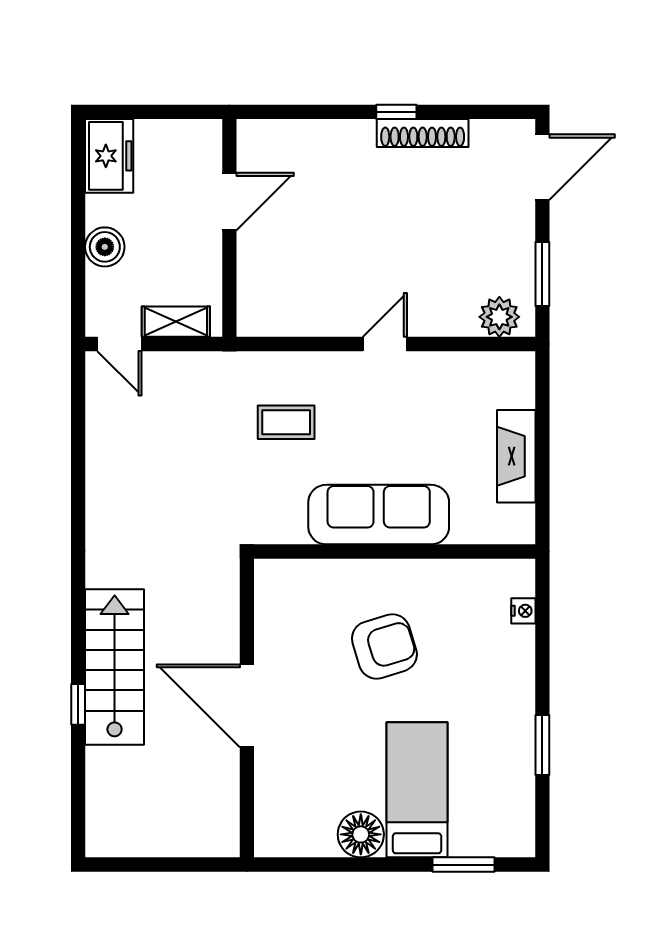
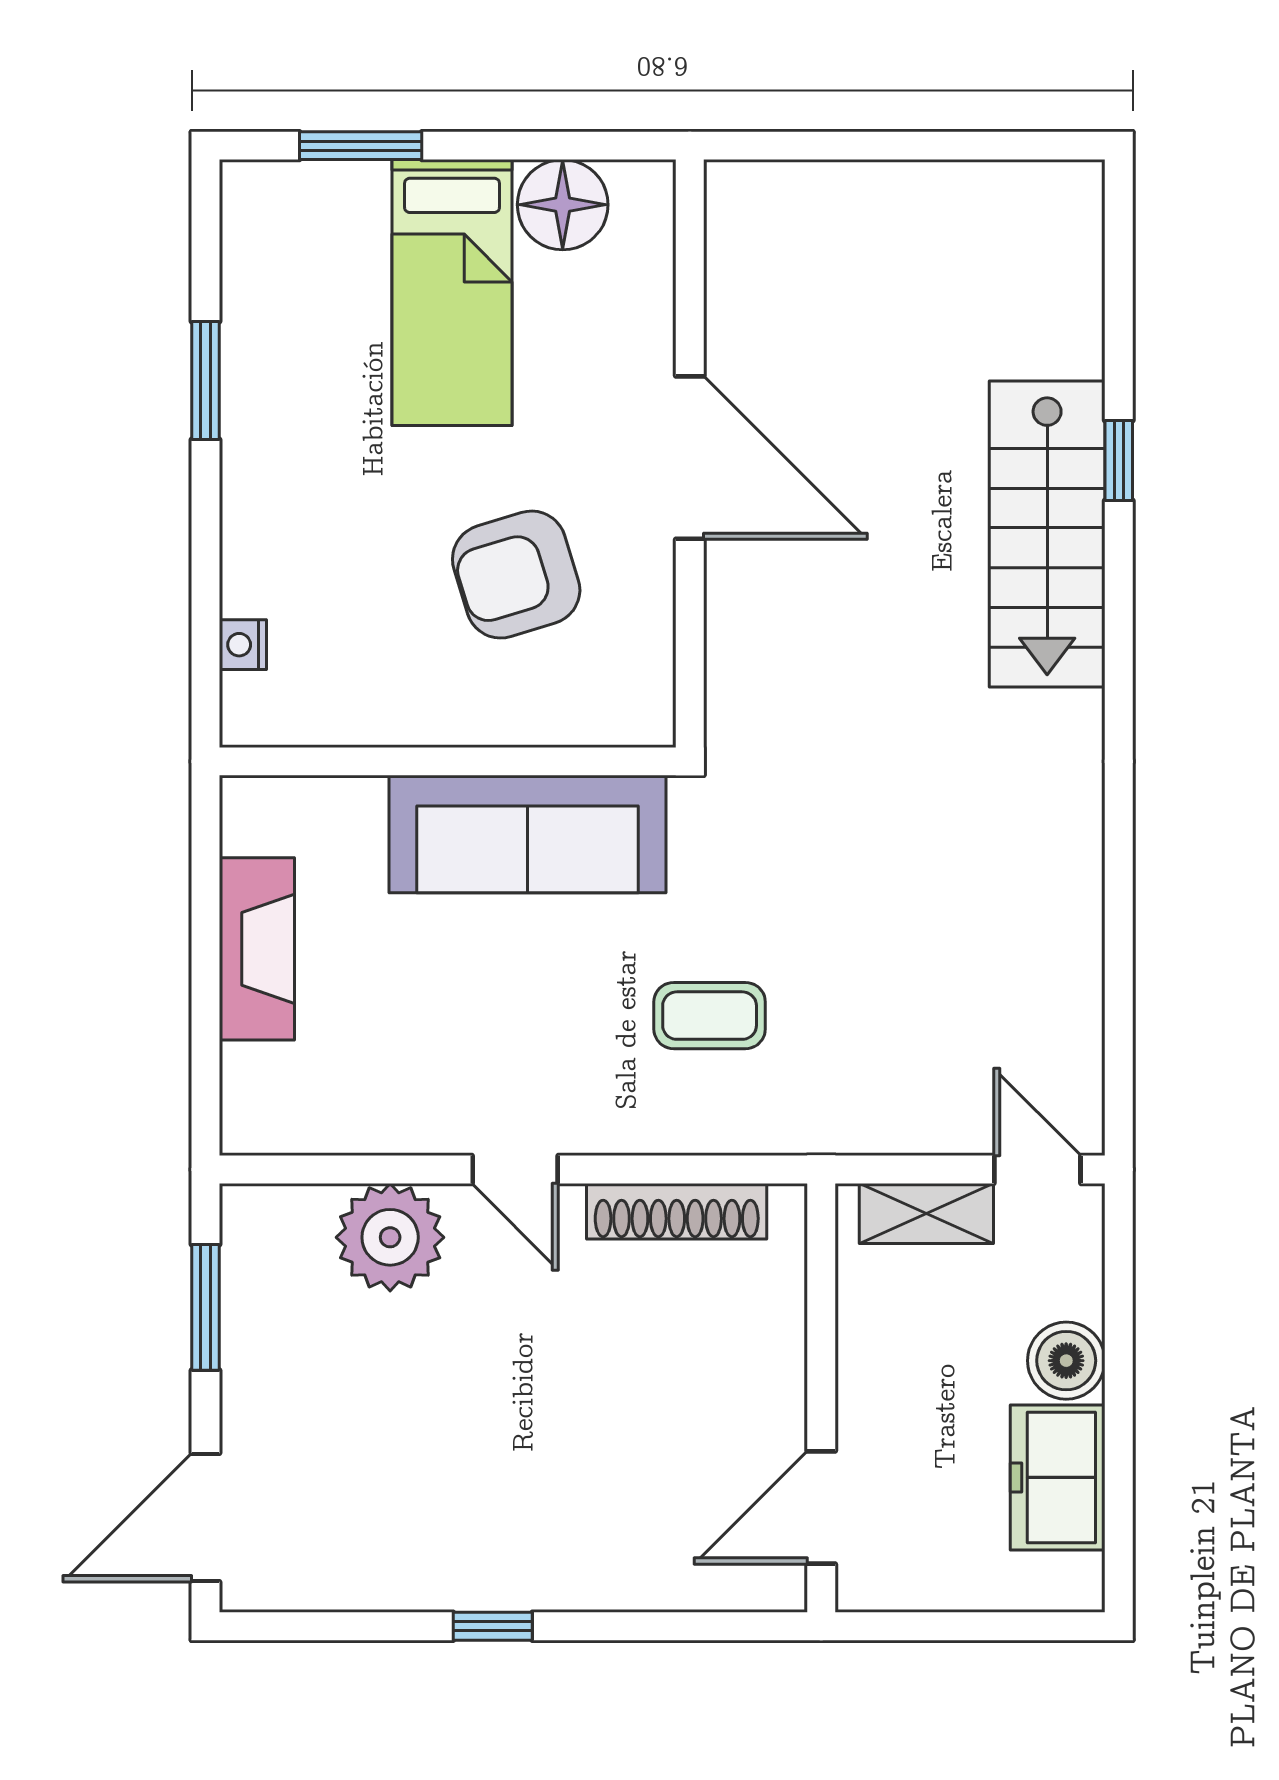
shoe rack: (423, 133) -> (677, 1211), moved, turned 180
freezer: (109, 156) -> (1058, 1477), moved
door: (229, 202) -> (821, 1507), moved
plant: (499, 317) -> (390, 1237), moved, width x1.36, depth x1.36
door: (385, 344) -> (515, 1170), hinge flipped
door: (247, 706) -> (690, 458), moved
wall: (247, 708) -> (690, 454), moved

